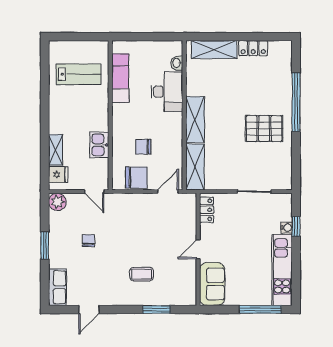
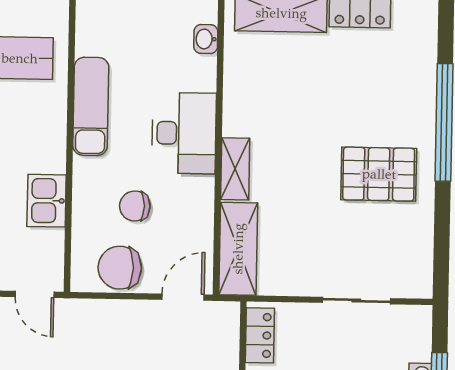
exam couch: (120, 78) -> (91, 106), moved
desk: (167, 92) -> (184, 133), moved
shelving: (195, 120) -> (235, 169), width x0.67, depth x0.75
chair: (136, 177) -> (120, 268), turned 180

